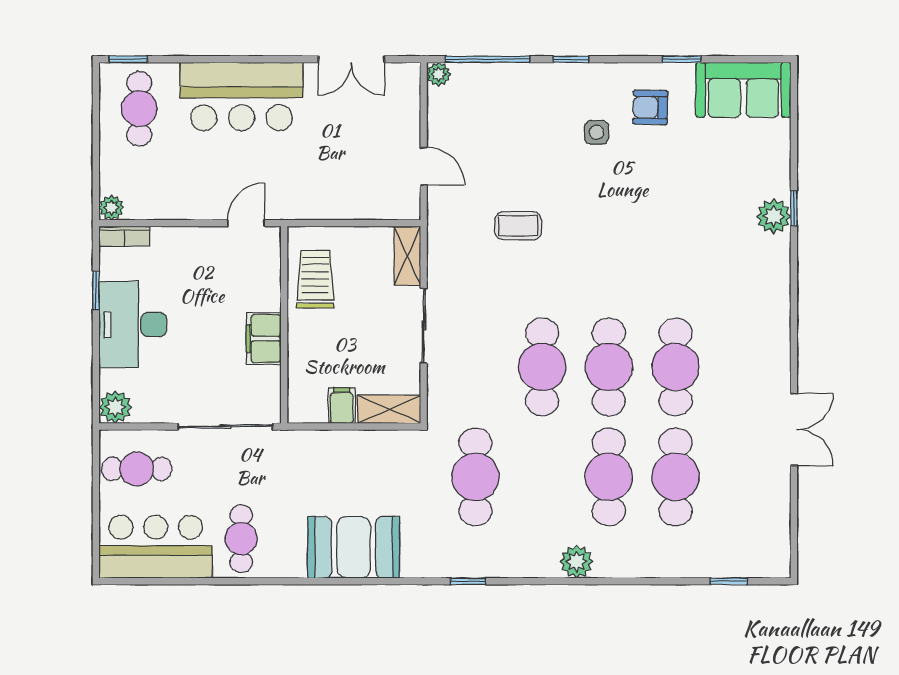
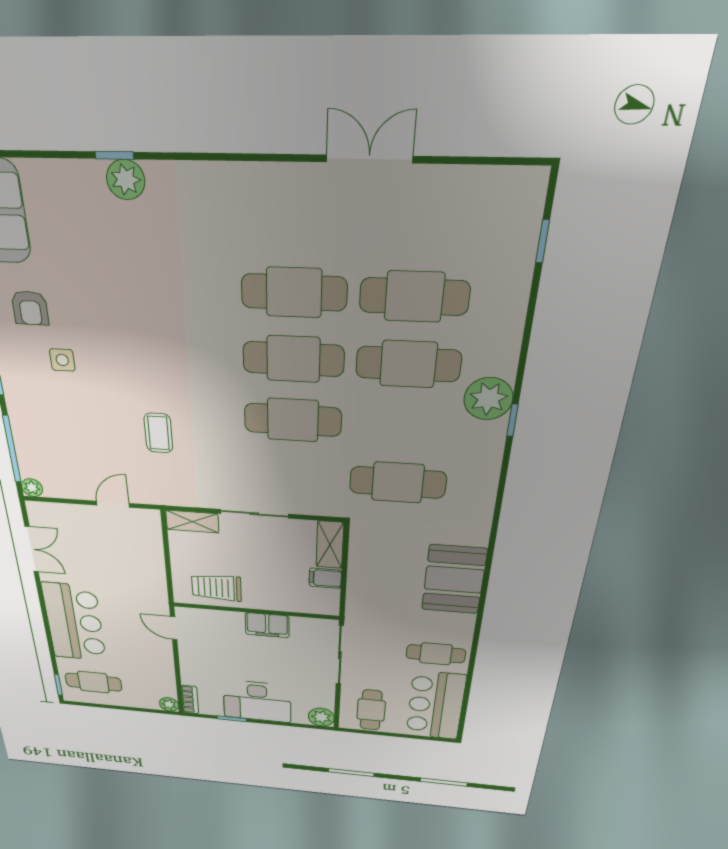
plant: (577, 562) -> (488, 399), width x1.36, depth x1.36
window: (468, 581) -> (513, 420), moved

